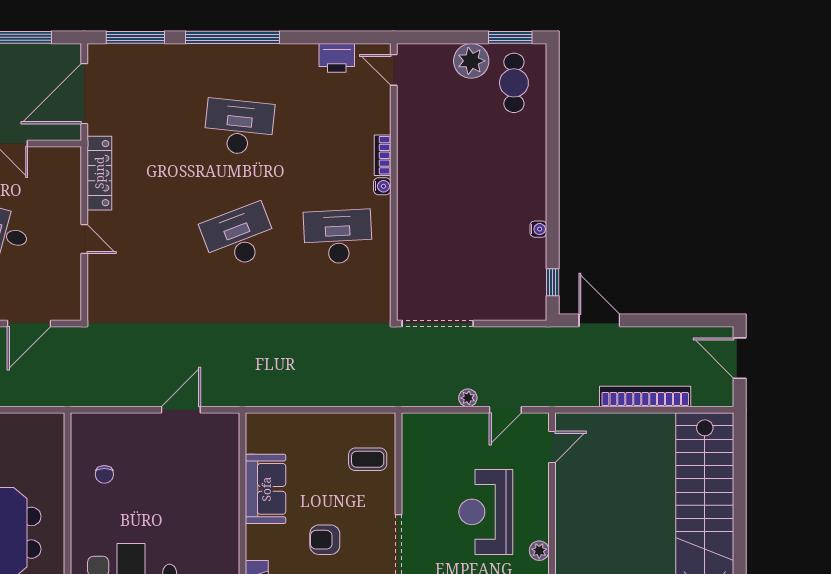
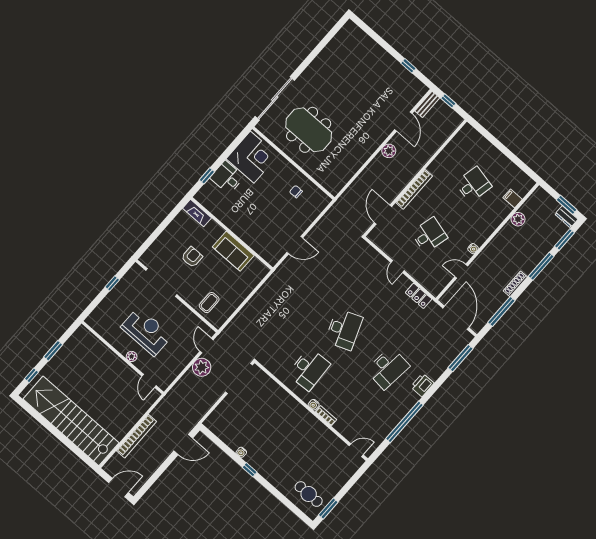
window: (232, 37) -> (404, 422), moved
printer: (337, 58) -> (422, 385), moved
plant: (471, 61) -> (333, 485), removed
locker: (99, 173) -> (419, 296), width x0.66
door: (84, 239) -> (397, 267), hinge flipped
window: (553, 282) -> (250, 470), moved
plant: (468, 398) -> (202, 367), width x1.87, depth x1.87
door: (181, 410) -> (295, 245), hinge flipped
door: (505, 410) -> (207, 346), moved
plant: (539, 551) -> (132, 356), moved

